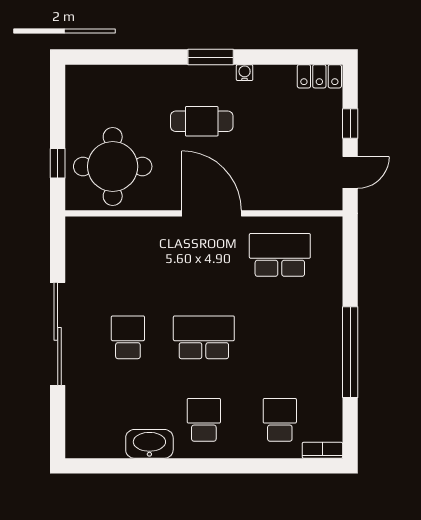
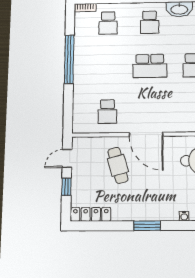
water cooler: (245, 73) -> (184, 216), moved
locker: (319, 76) -> (91, 214), width x1.53
cafe table: (202, 121) -> (118, 165), moved, turned 74
school desk: (280, 255) -> (107, 112), width x0.54

